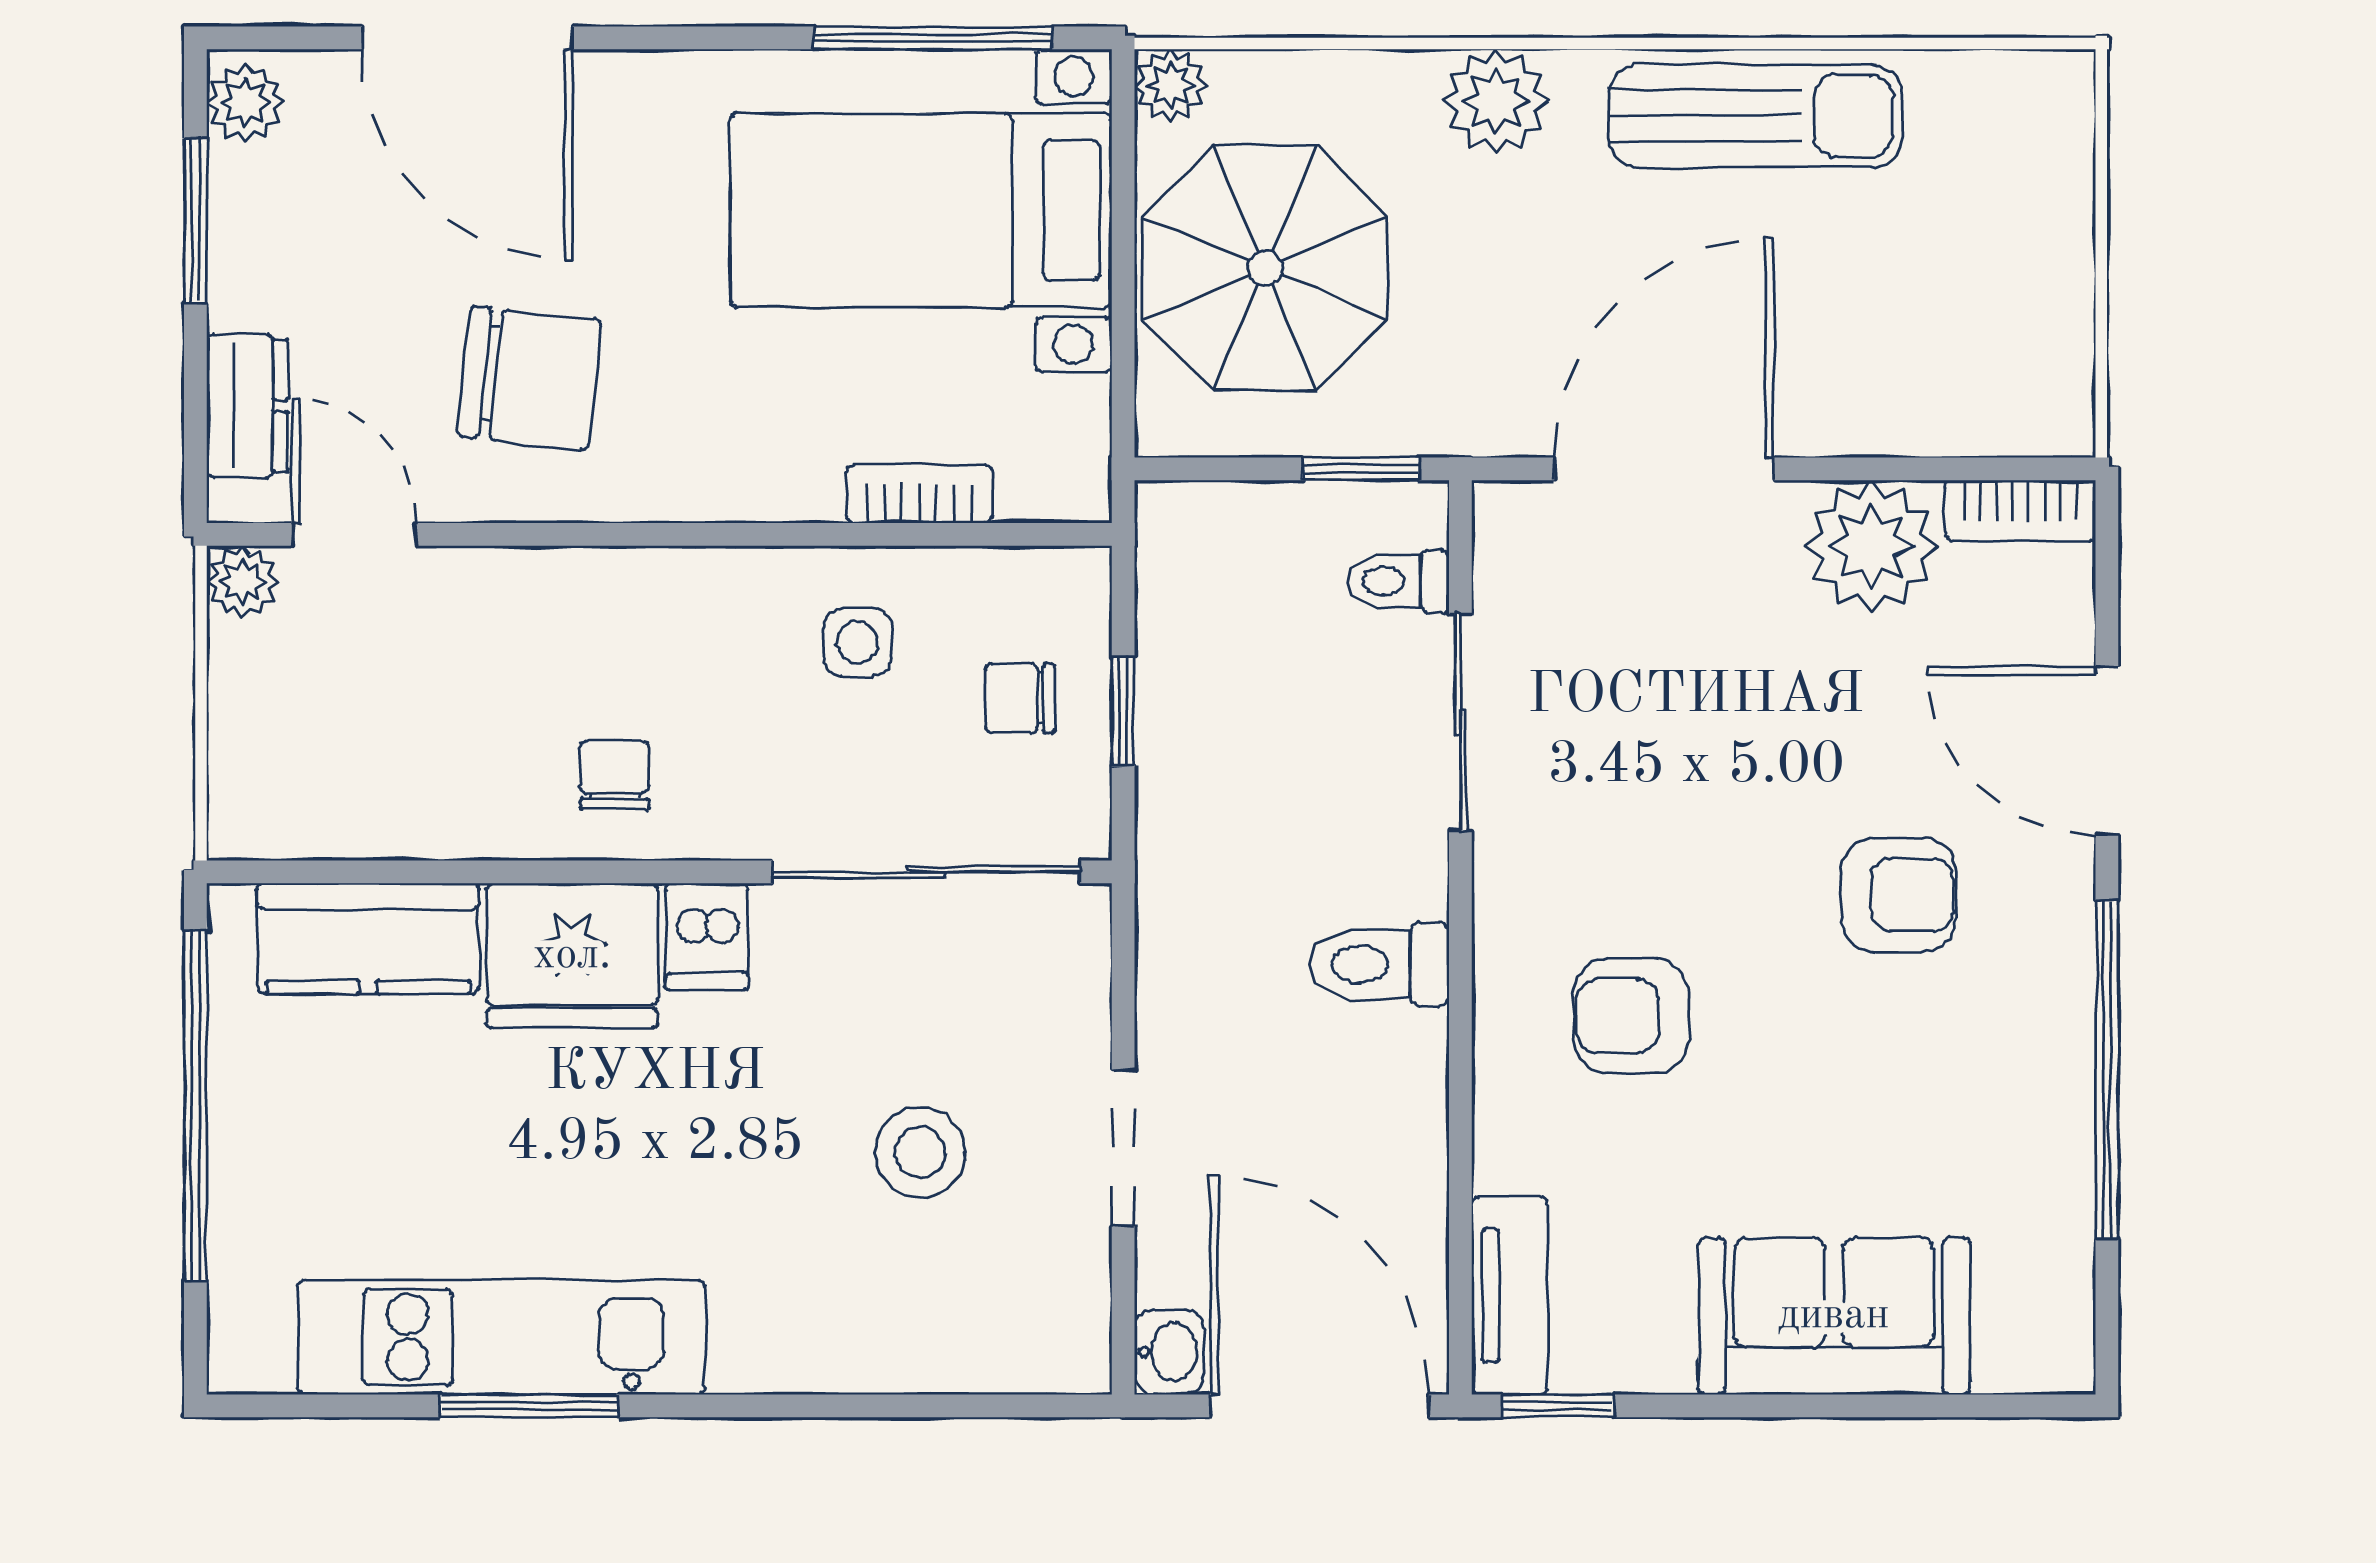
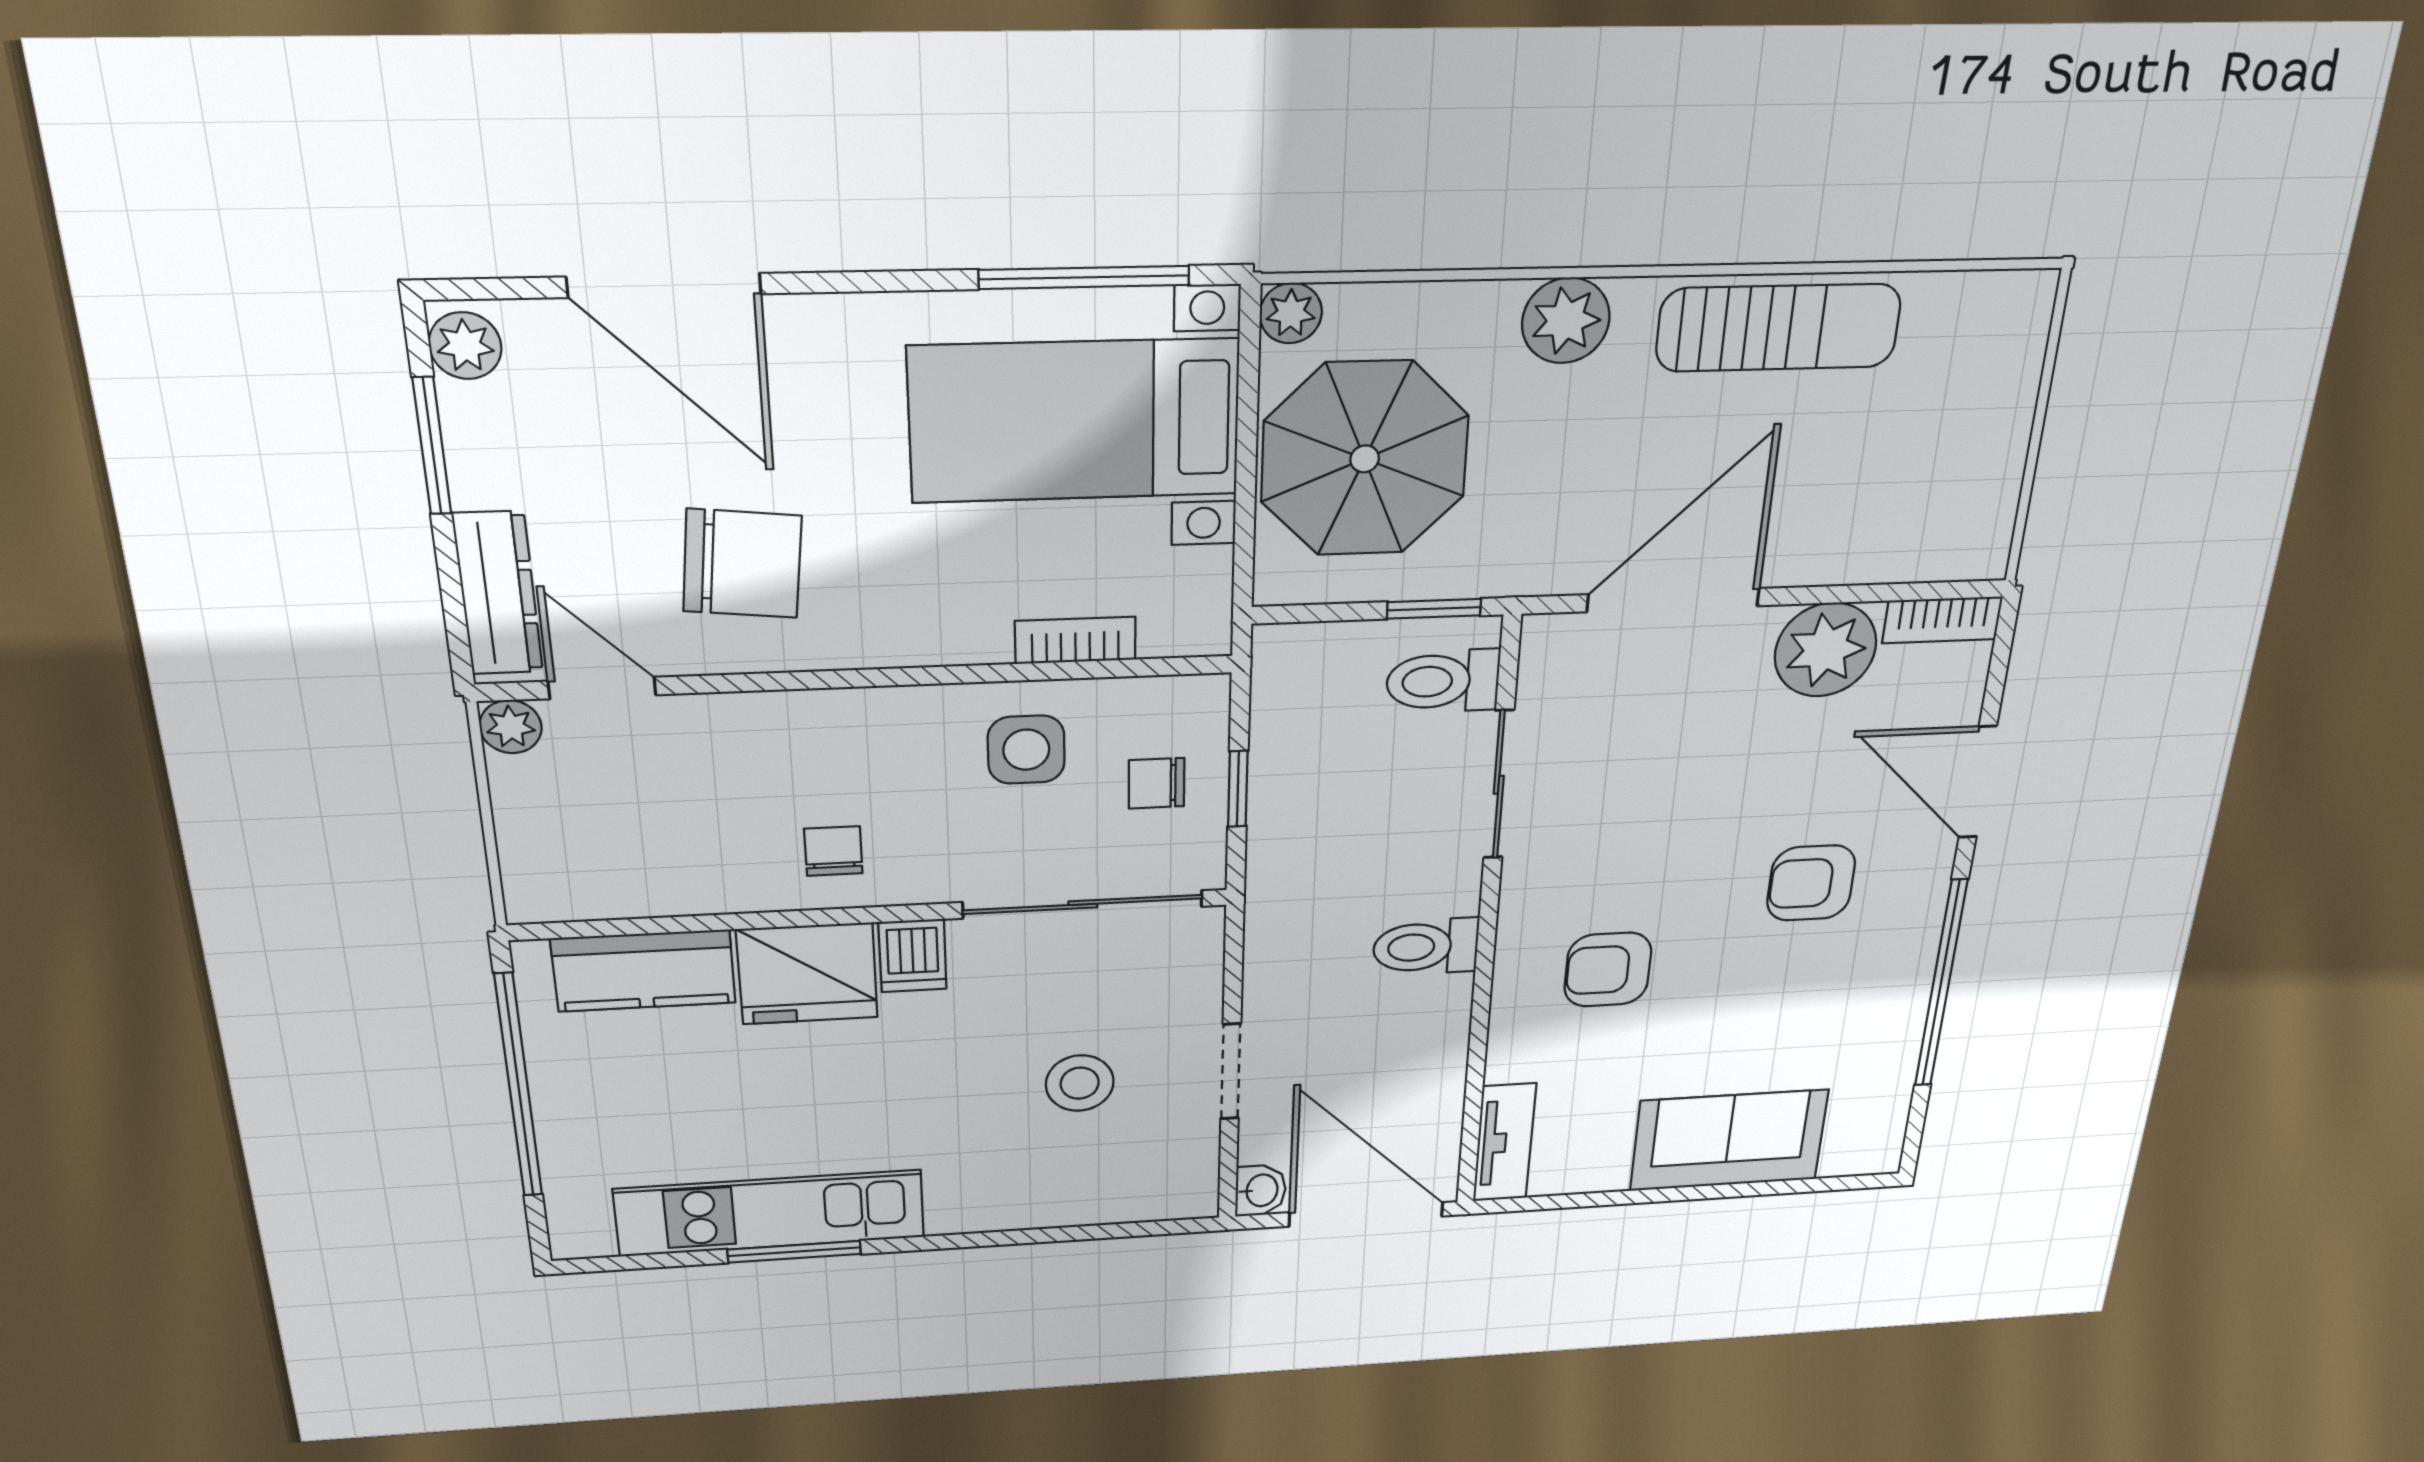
dresser: (247, 406) -> (498, 593), width x1.44
toilet: (1398, 581) -> (1443, 681), width x1.37, depth x1.39
side table: (858, 642) -> (1026, 750), width x1.37, depth x1.37
armchair: (1898, 895) -> (1811, 883), turned 180
window: (1558, 1406) -> (1532, 1204), removed

